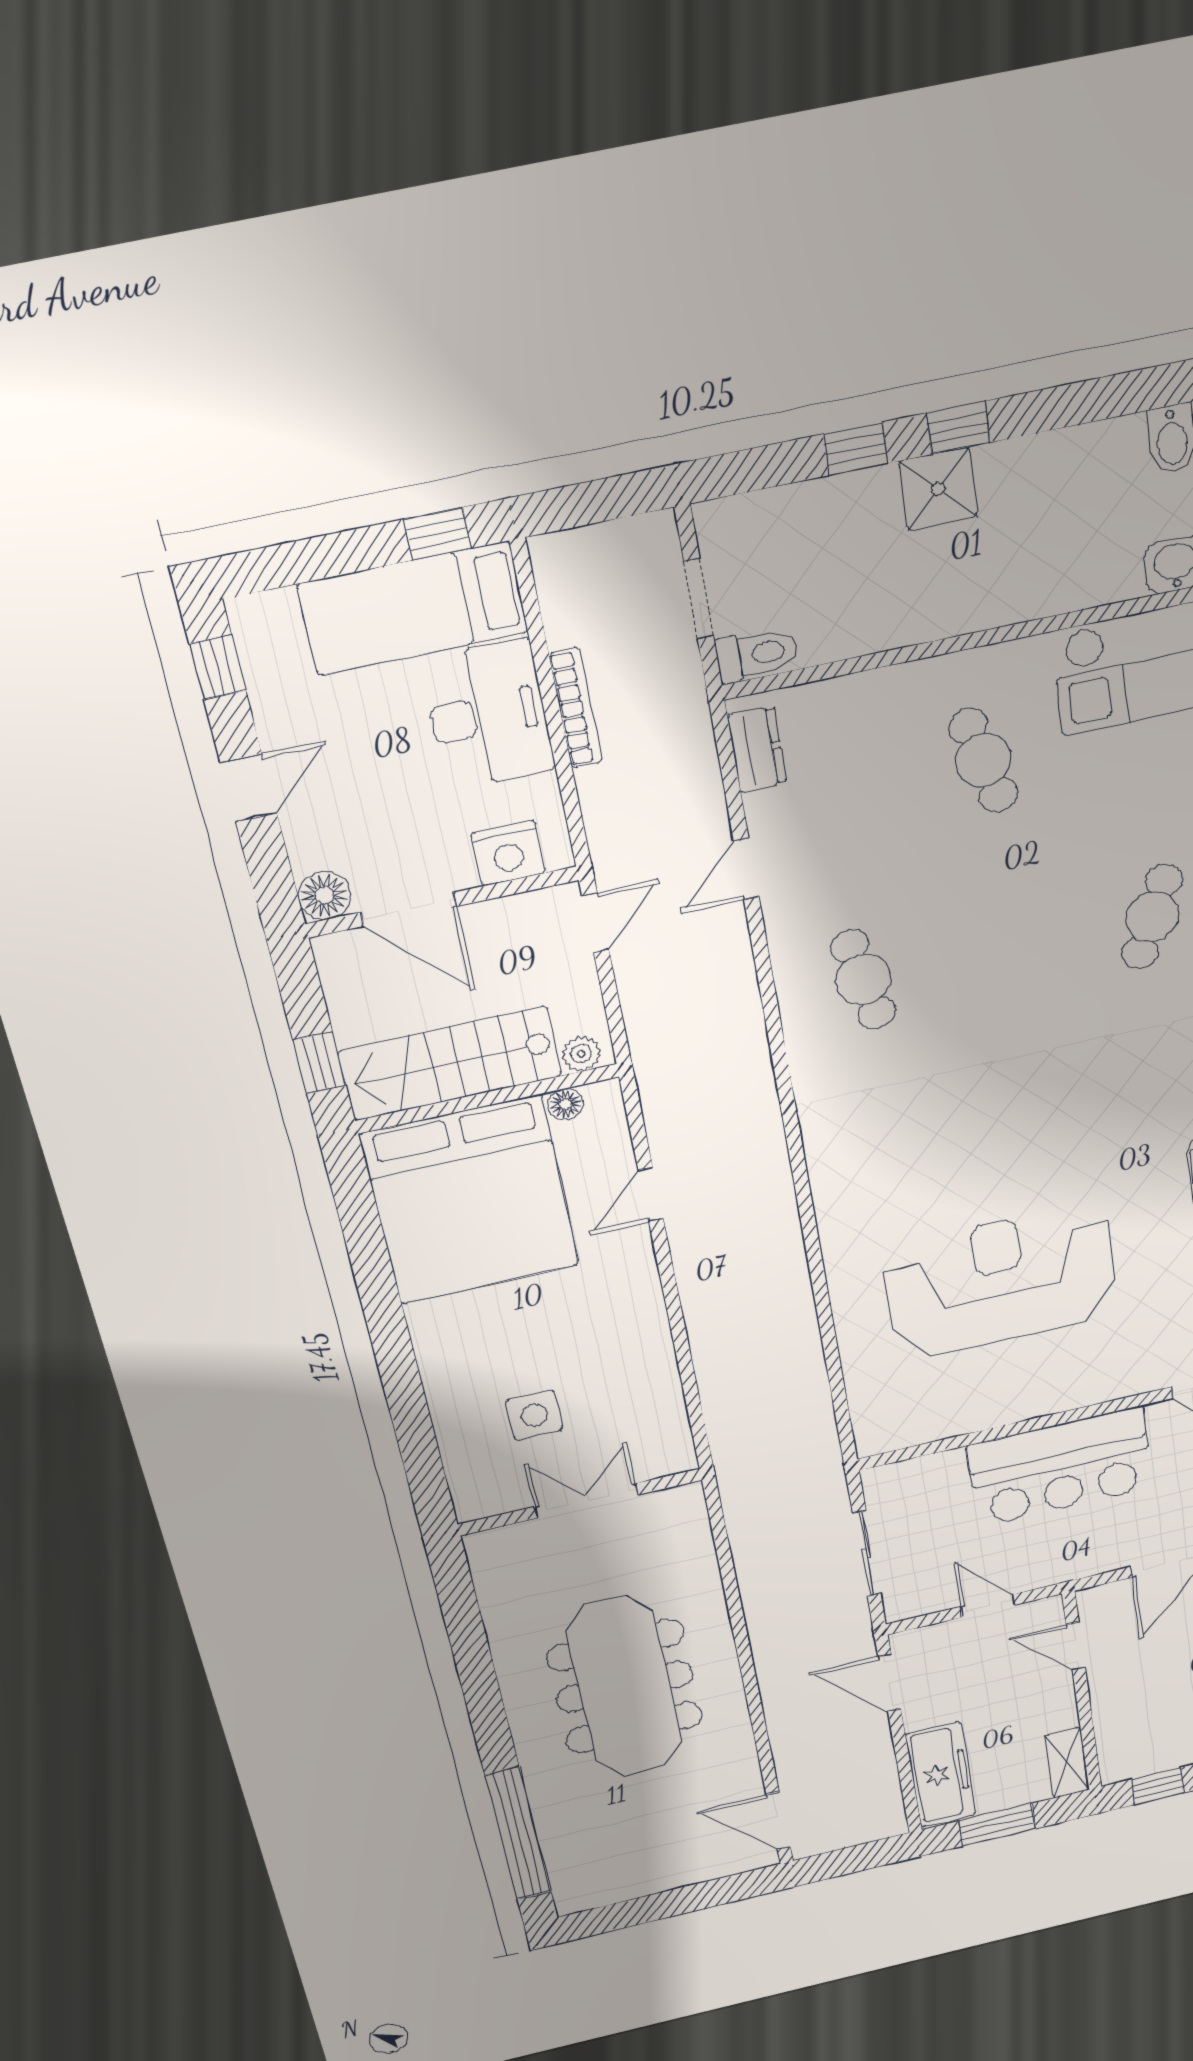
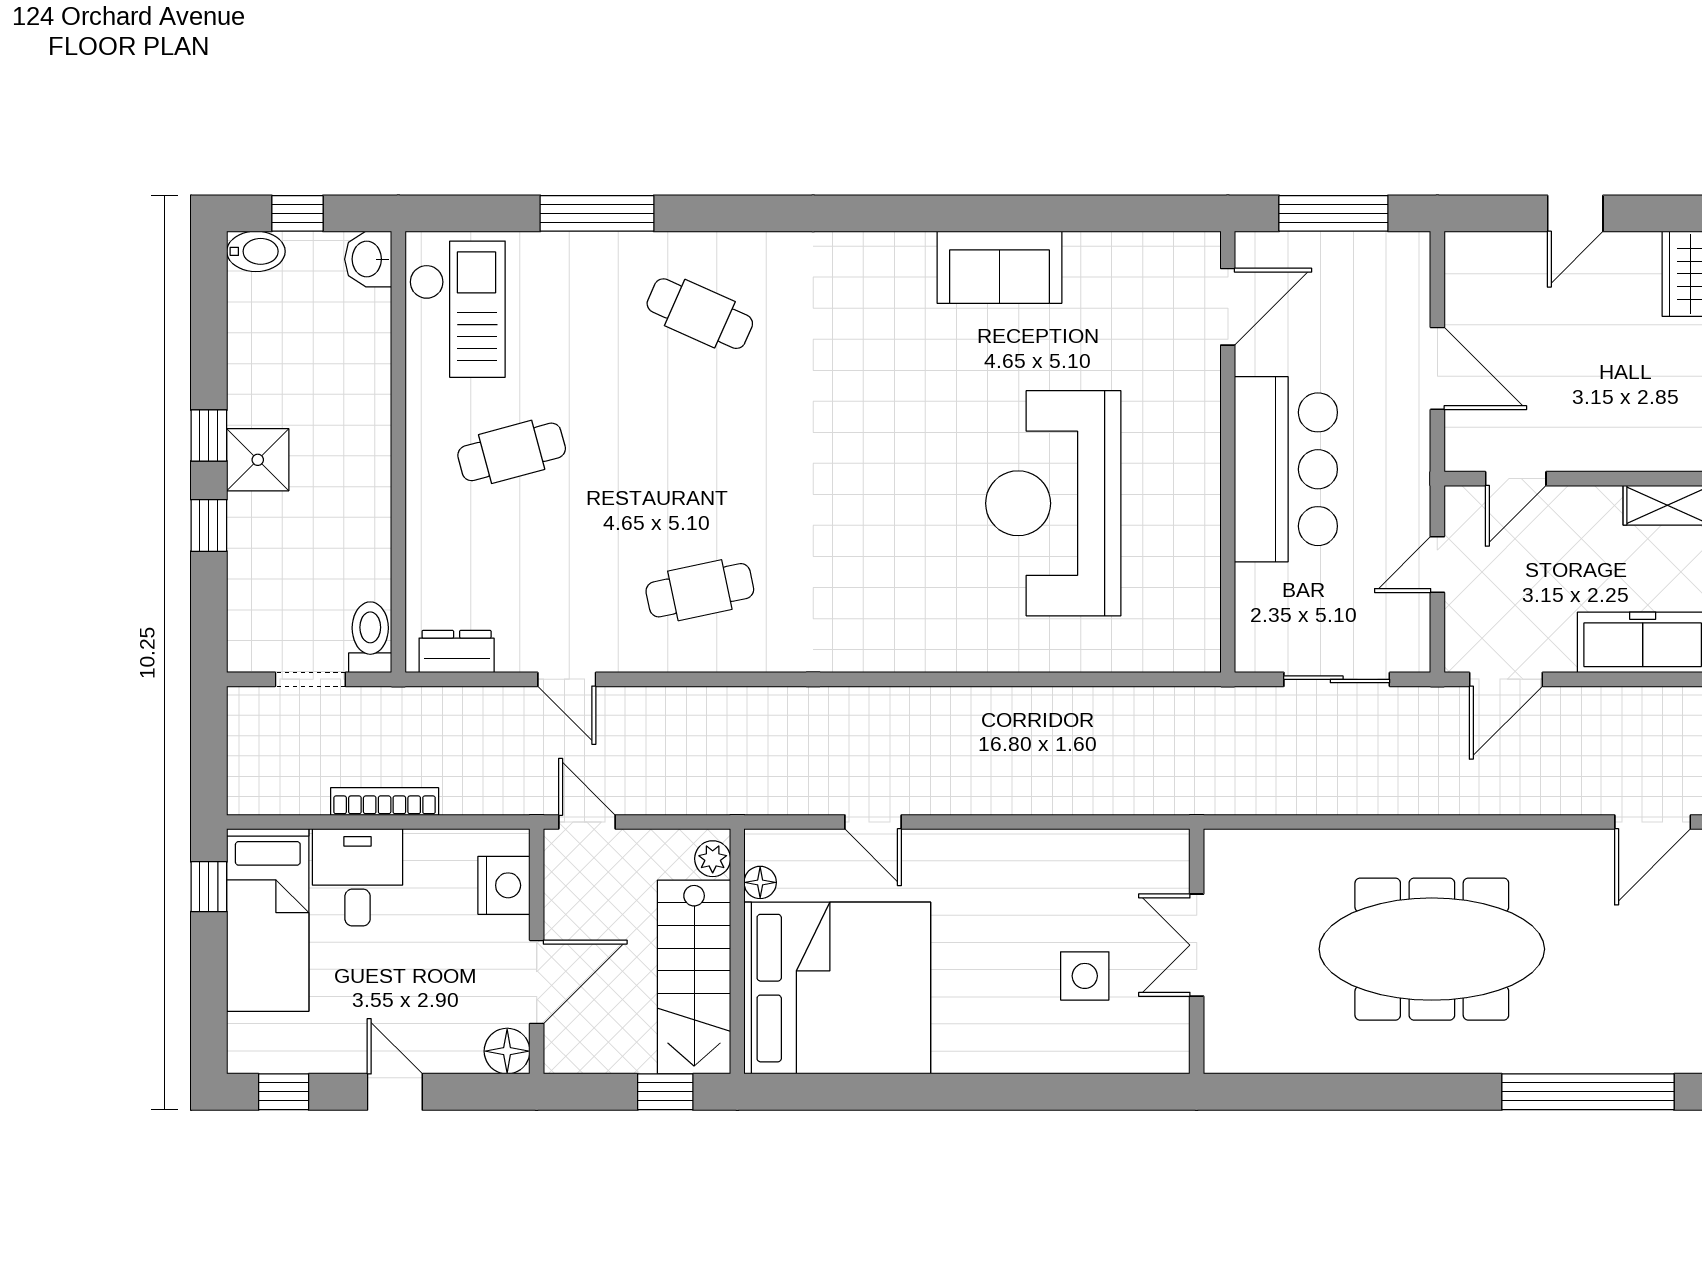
desk: (488, 715) -> (358, 877), width x0.73

